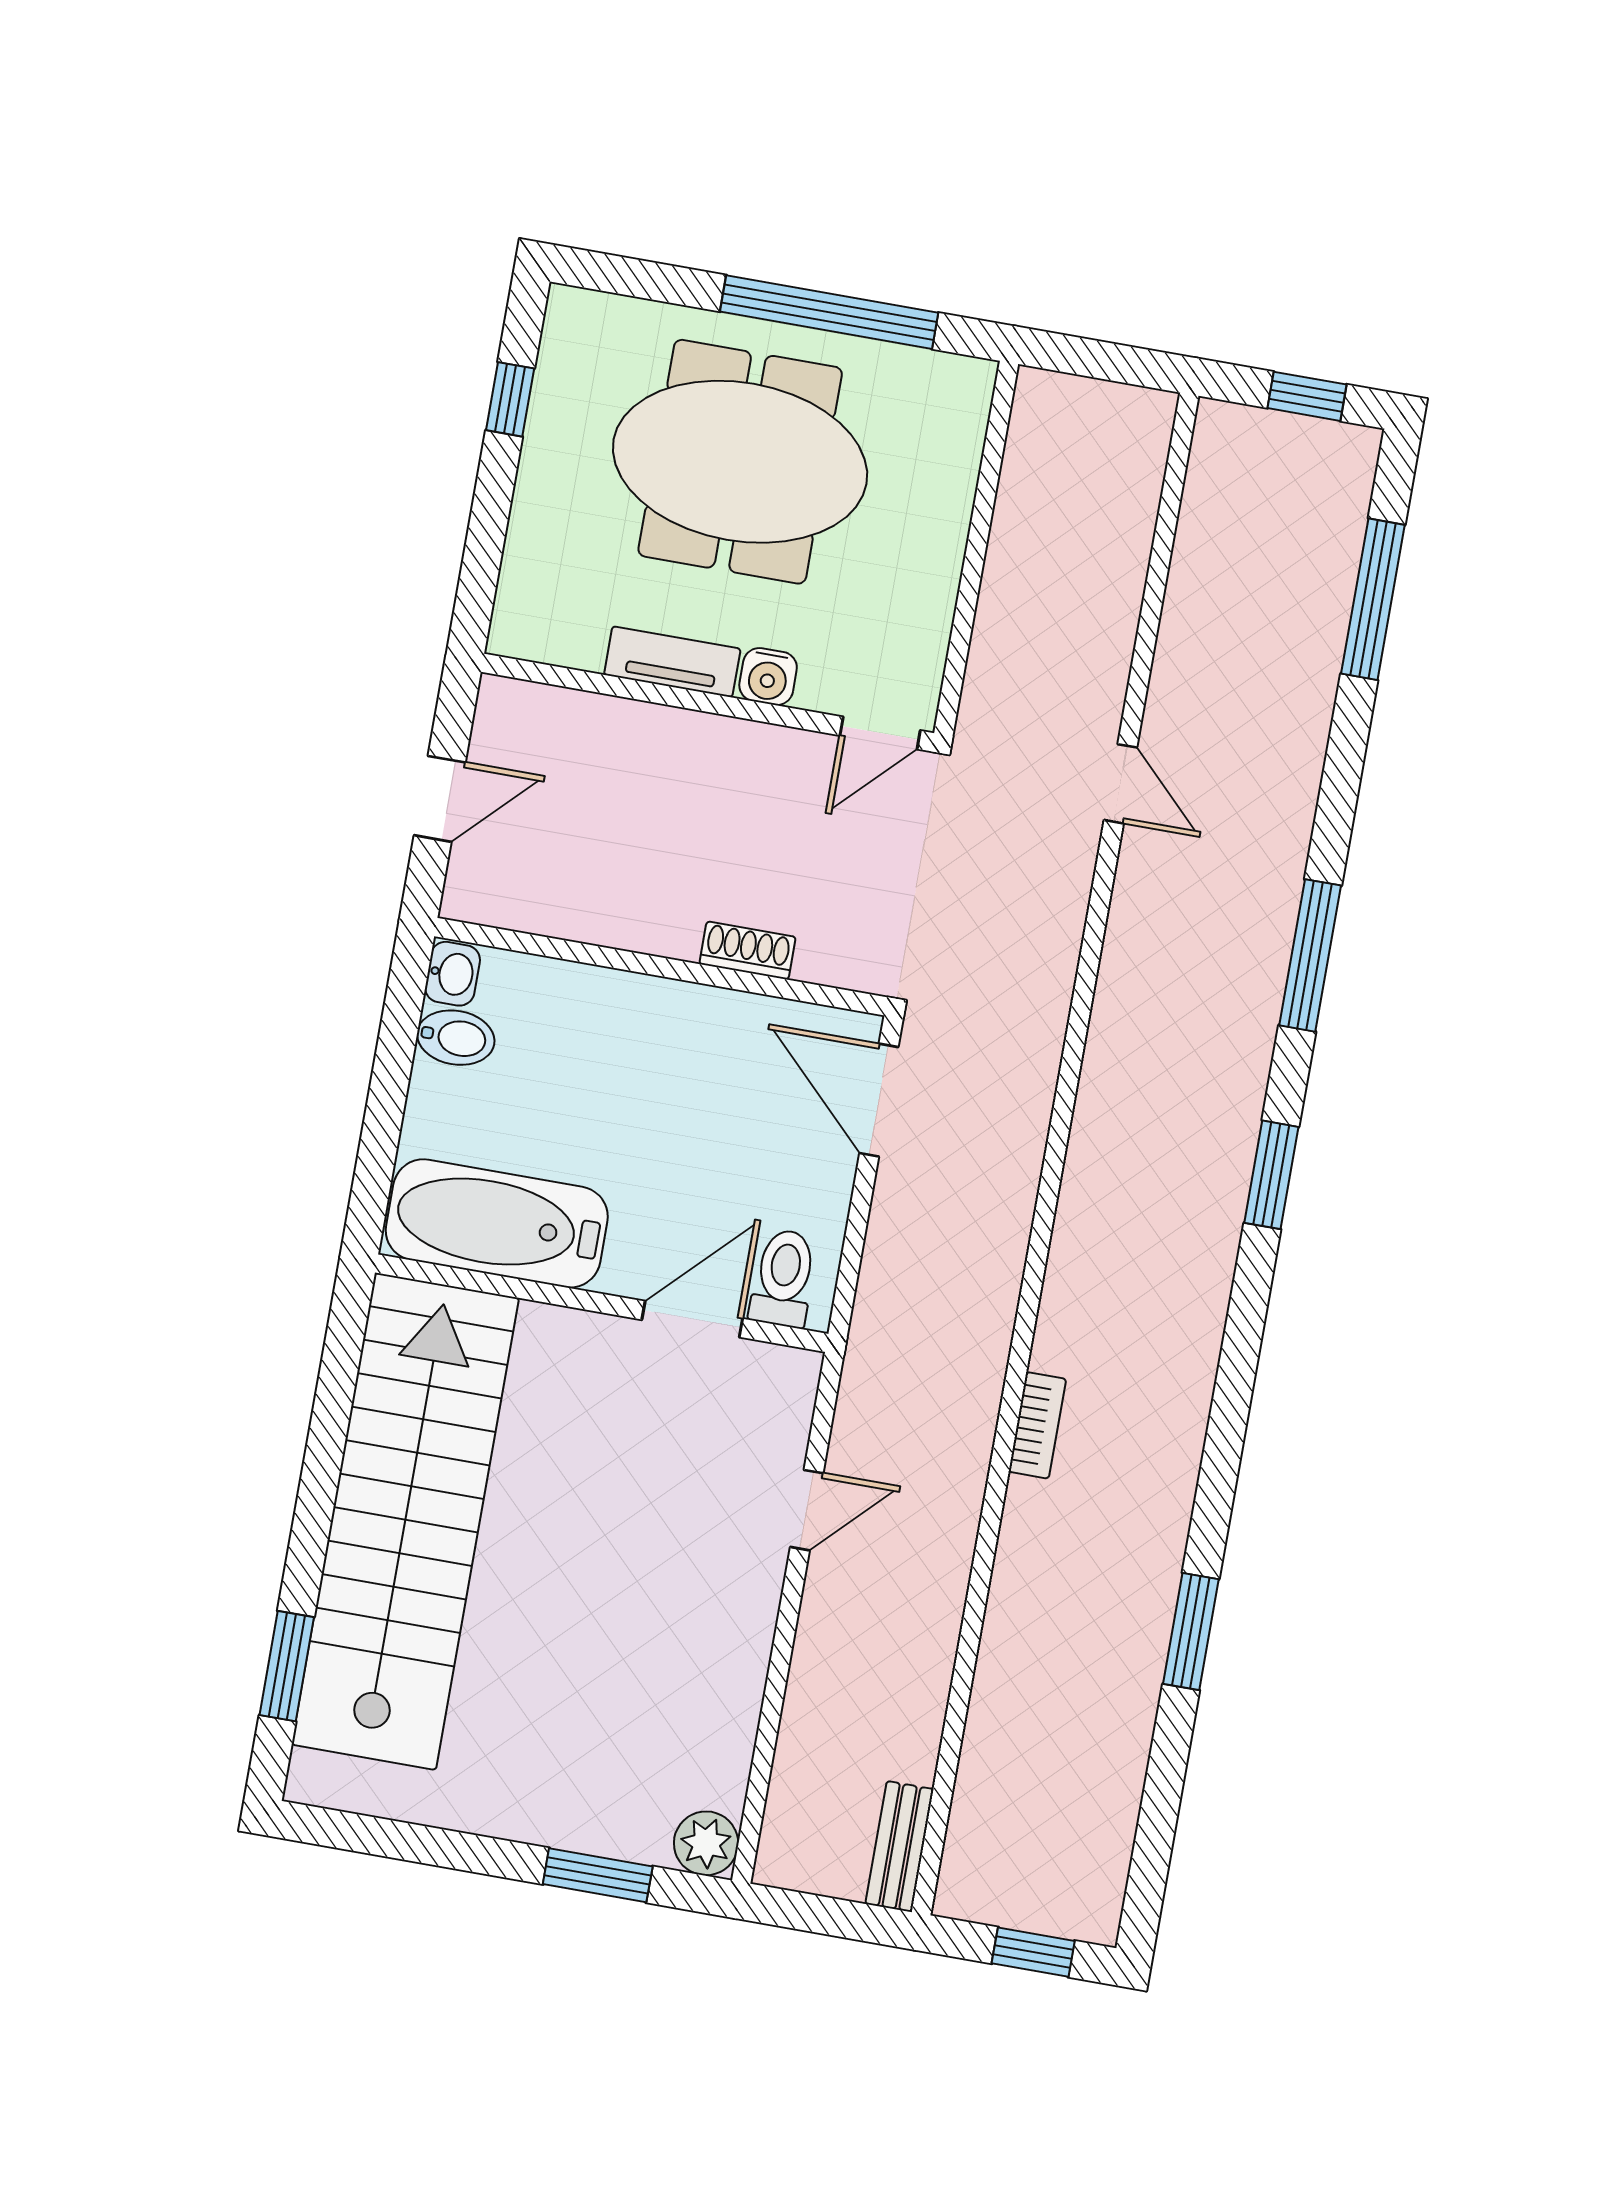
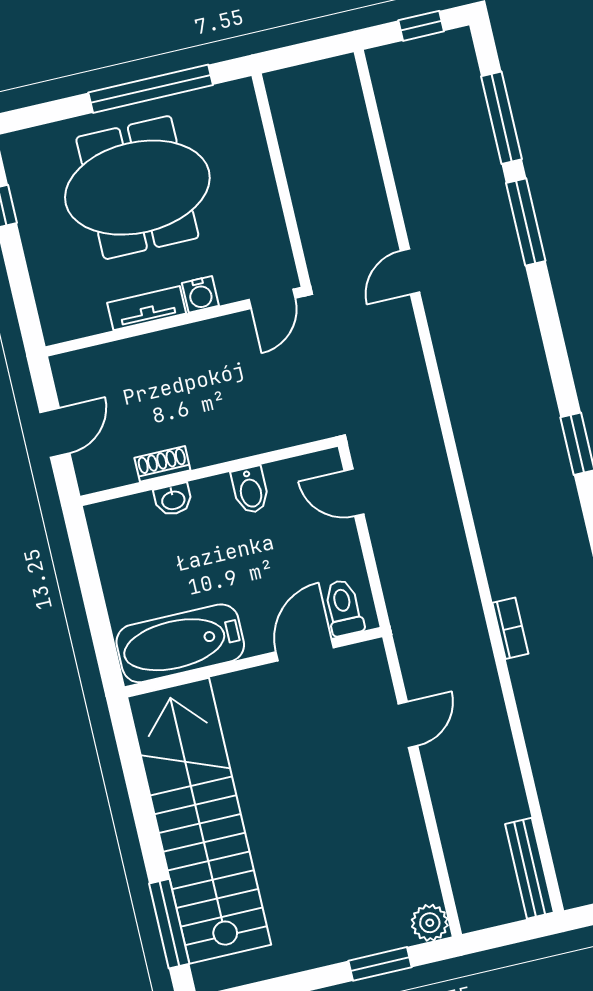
door: (1121, 784) -> (410, 272), swing flipped
shoe rack: (747, 950) -> (162, 464), moved
window: (1310, 955) -> (526, 222), moved
washbasin: (453, 974) -> (173, 500), moved, turned 90
bidet: (456, 1038) -> (250, 490), moved, turned 90
door: (879, 1100) -> (354, 493), width x0.73
window: (287, 1666) -> (169, 924), width x1.44
bench: (900, 1846) -> (529, 868), width x1.36

